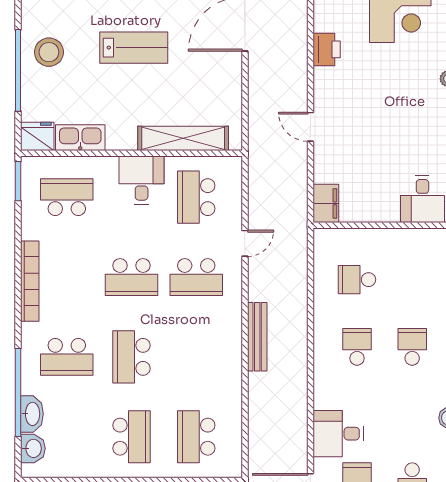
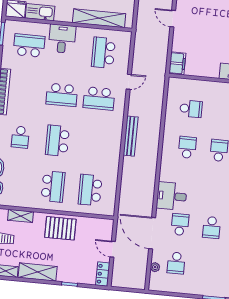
desk: (142, 180) -> (62, 39), moved
school desk: (357, 280) -> (191, 109), turned 180
school desk: (67, 357) -> (20, 137), width x0.54

